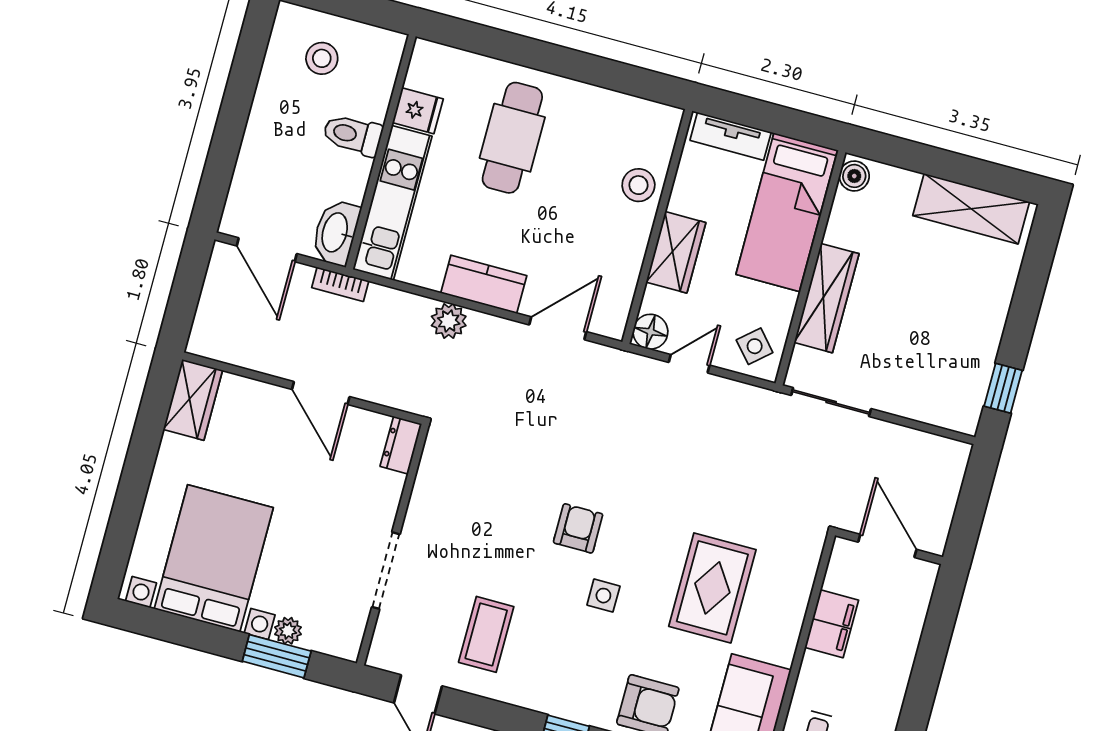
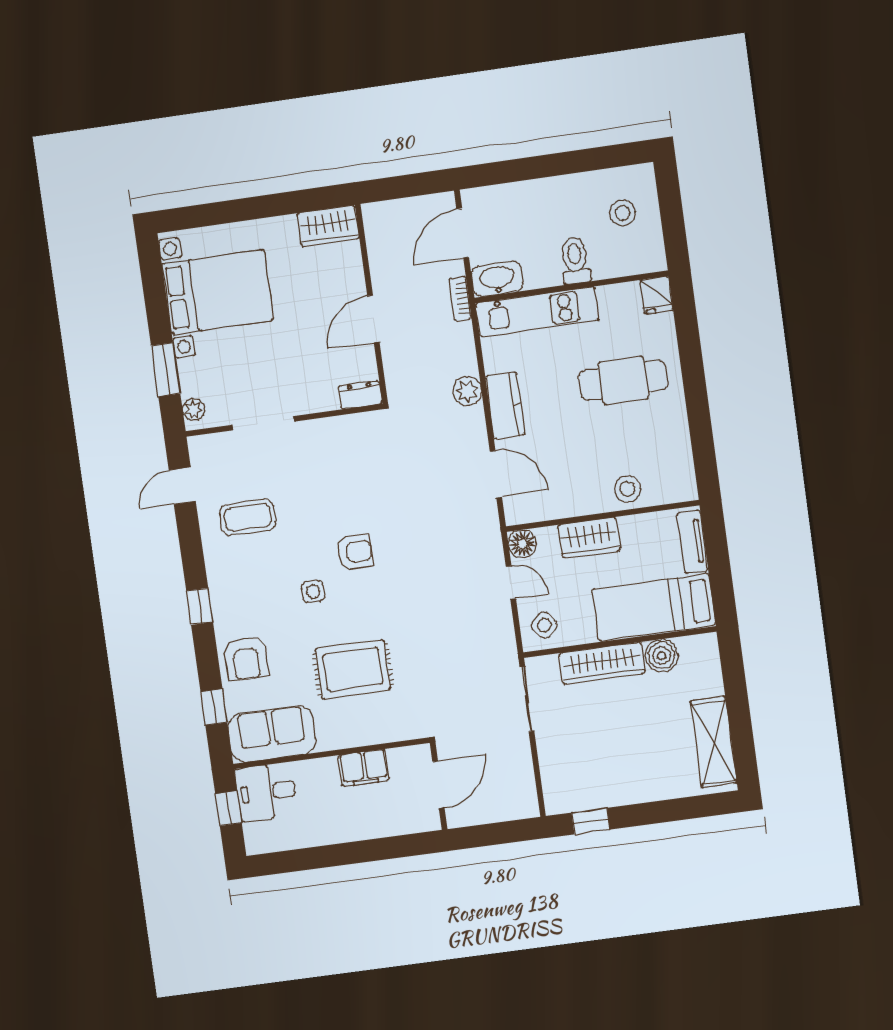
fridge: (418, 111) -> (656, 295), moved
boiler: (854, 176) -> (662, 656), moved, width x1.36, depth x1.36
plant: (288, 631) -> (194, 410), moved

